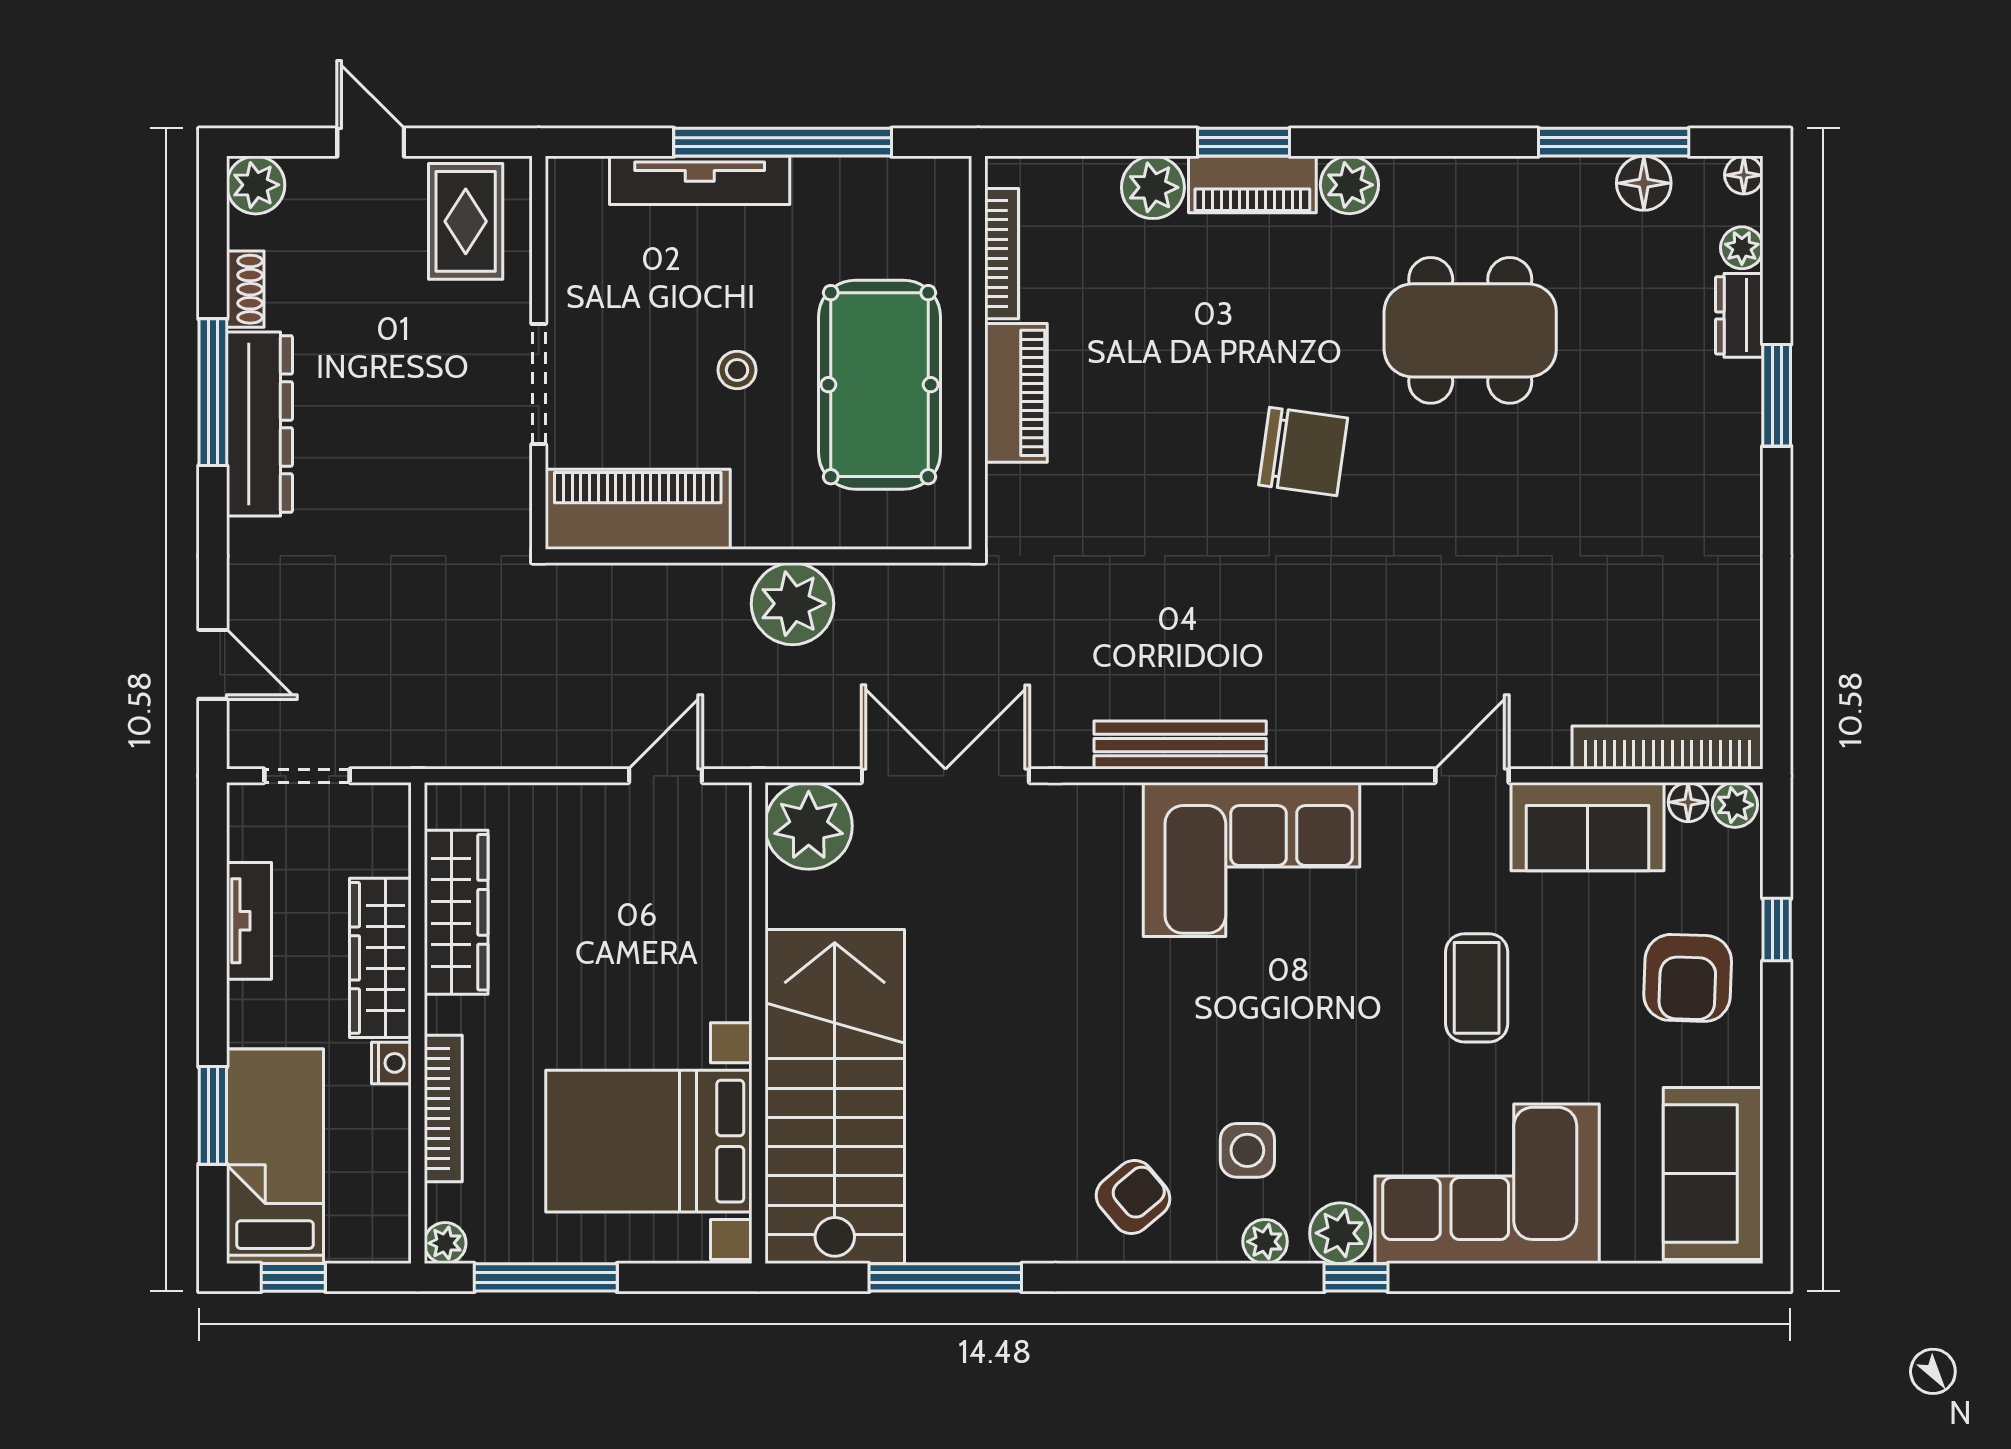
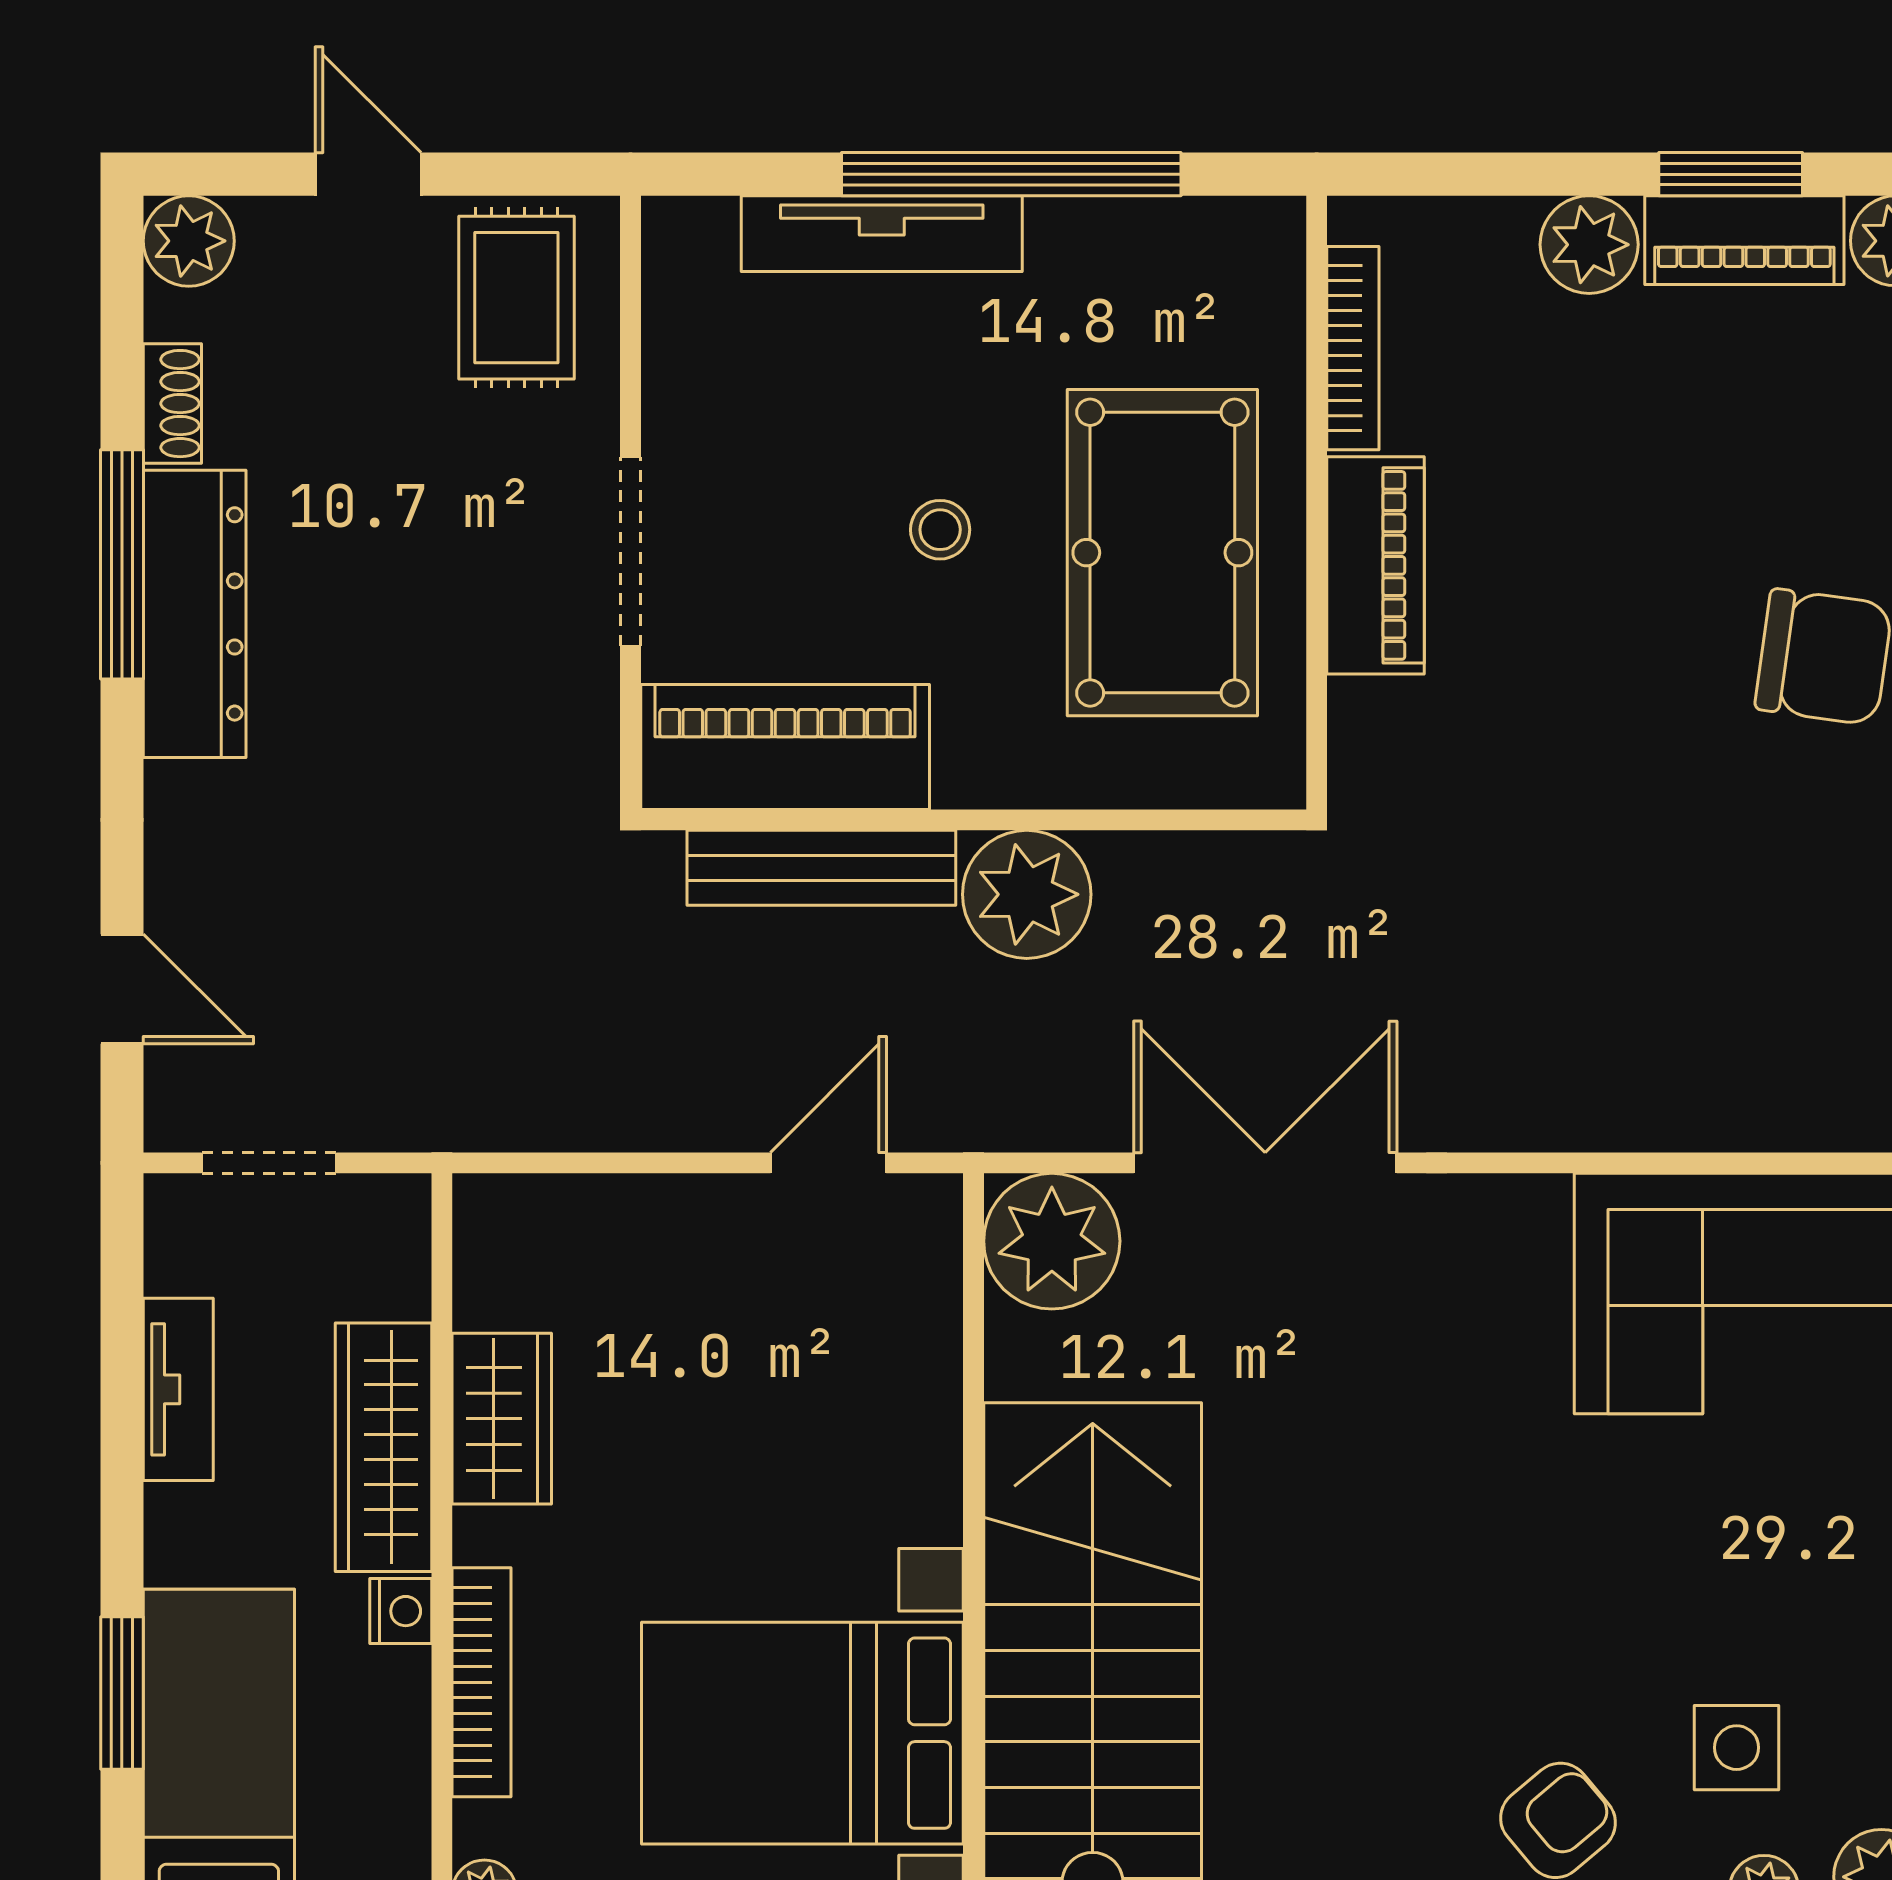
bench: (1180, 745) -> (821, 868), moved
wardrobe: (456, 912) -> (502, 1419), width x0.67

